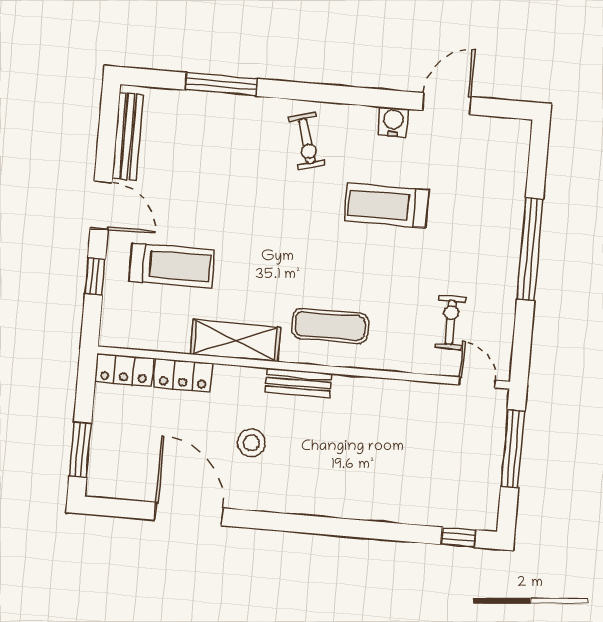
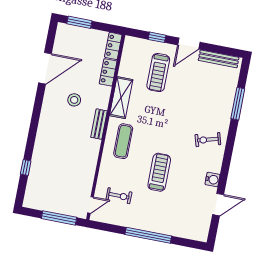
door: (447, 104) -> (218, 205), hinge flipped
treadmill: (386, 206) -> (159, 172), moved
window: (458, 537) -> (26, 167), moved

